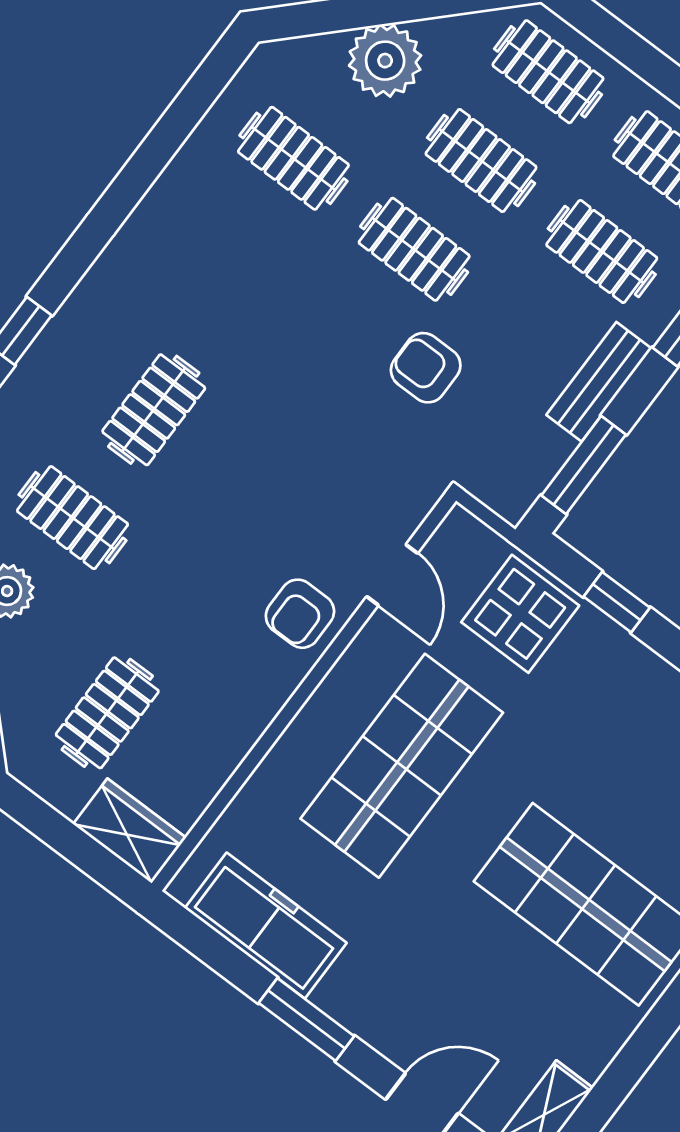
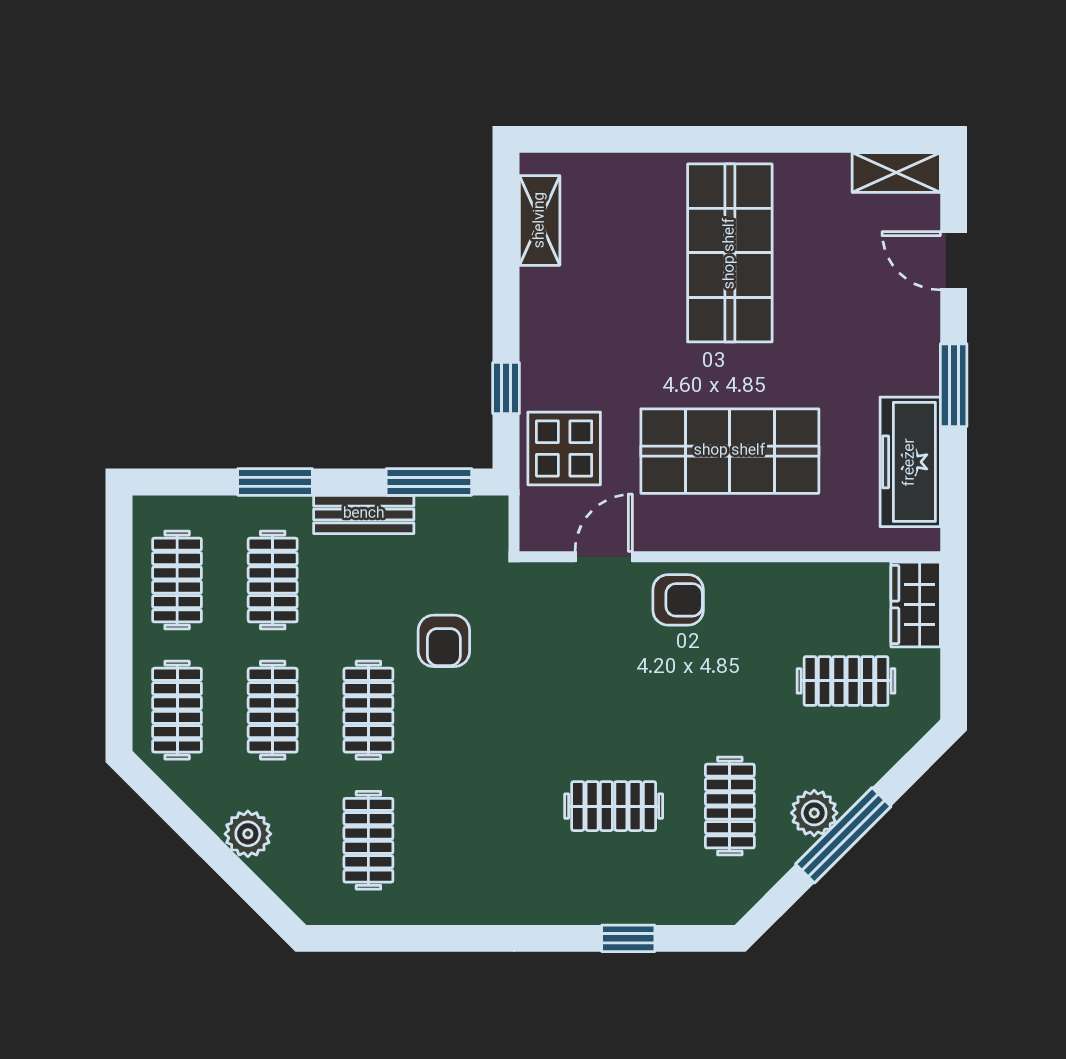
plant: (385, 61) -> (248, 834), width x0.73, depth x0.73

